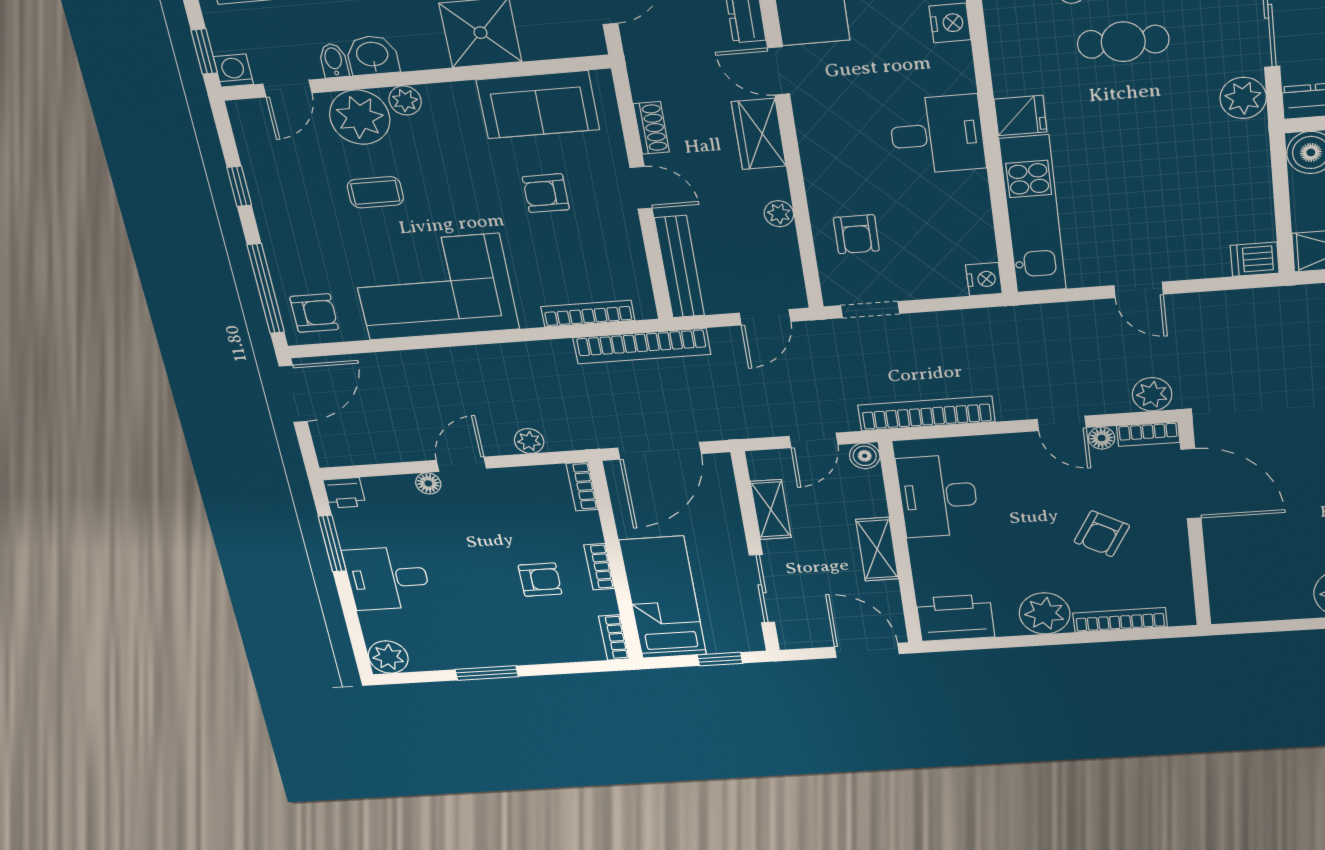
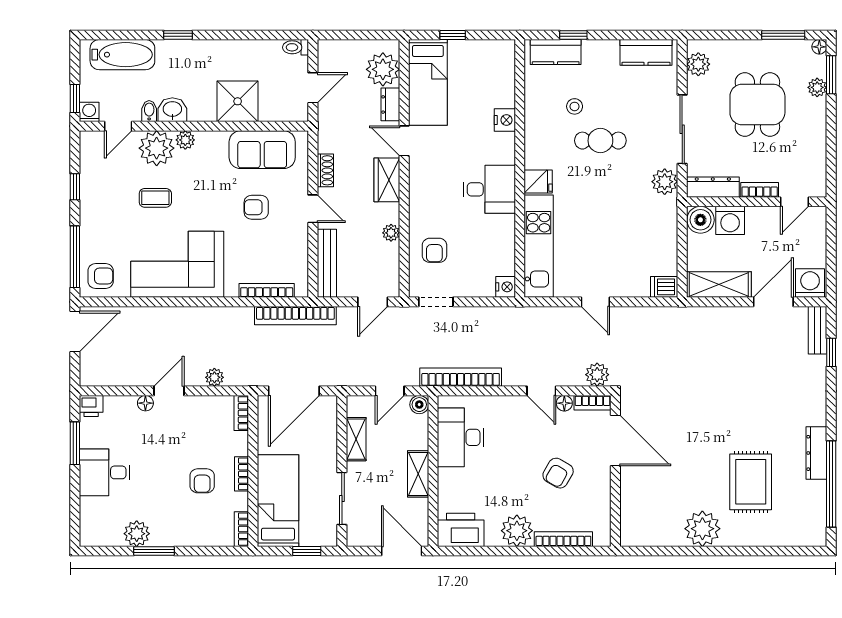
armchair: (540, 580) -> (202, 481), turned 90
plant: (388, 657) -> (137, 534), moved

